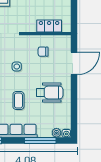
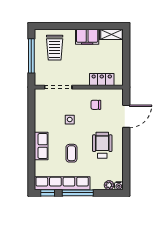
wheelchair: (50, 93) -> (102, 145), turned -90
window: (40, 141) -> (78, 193), moved

